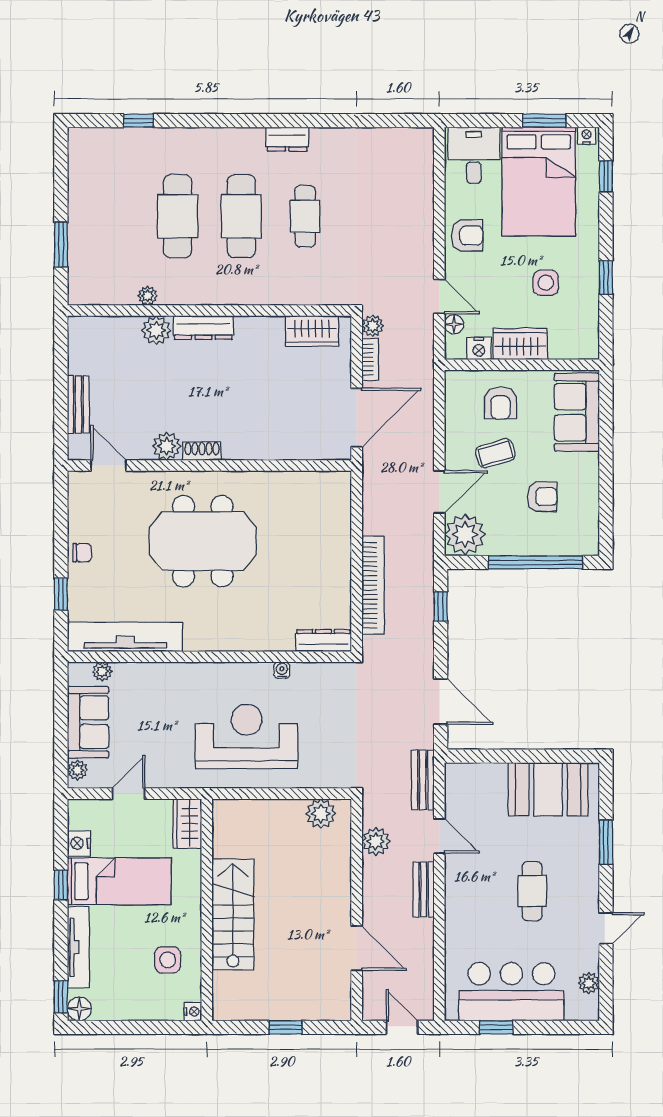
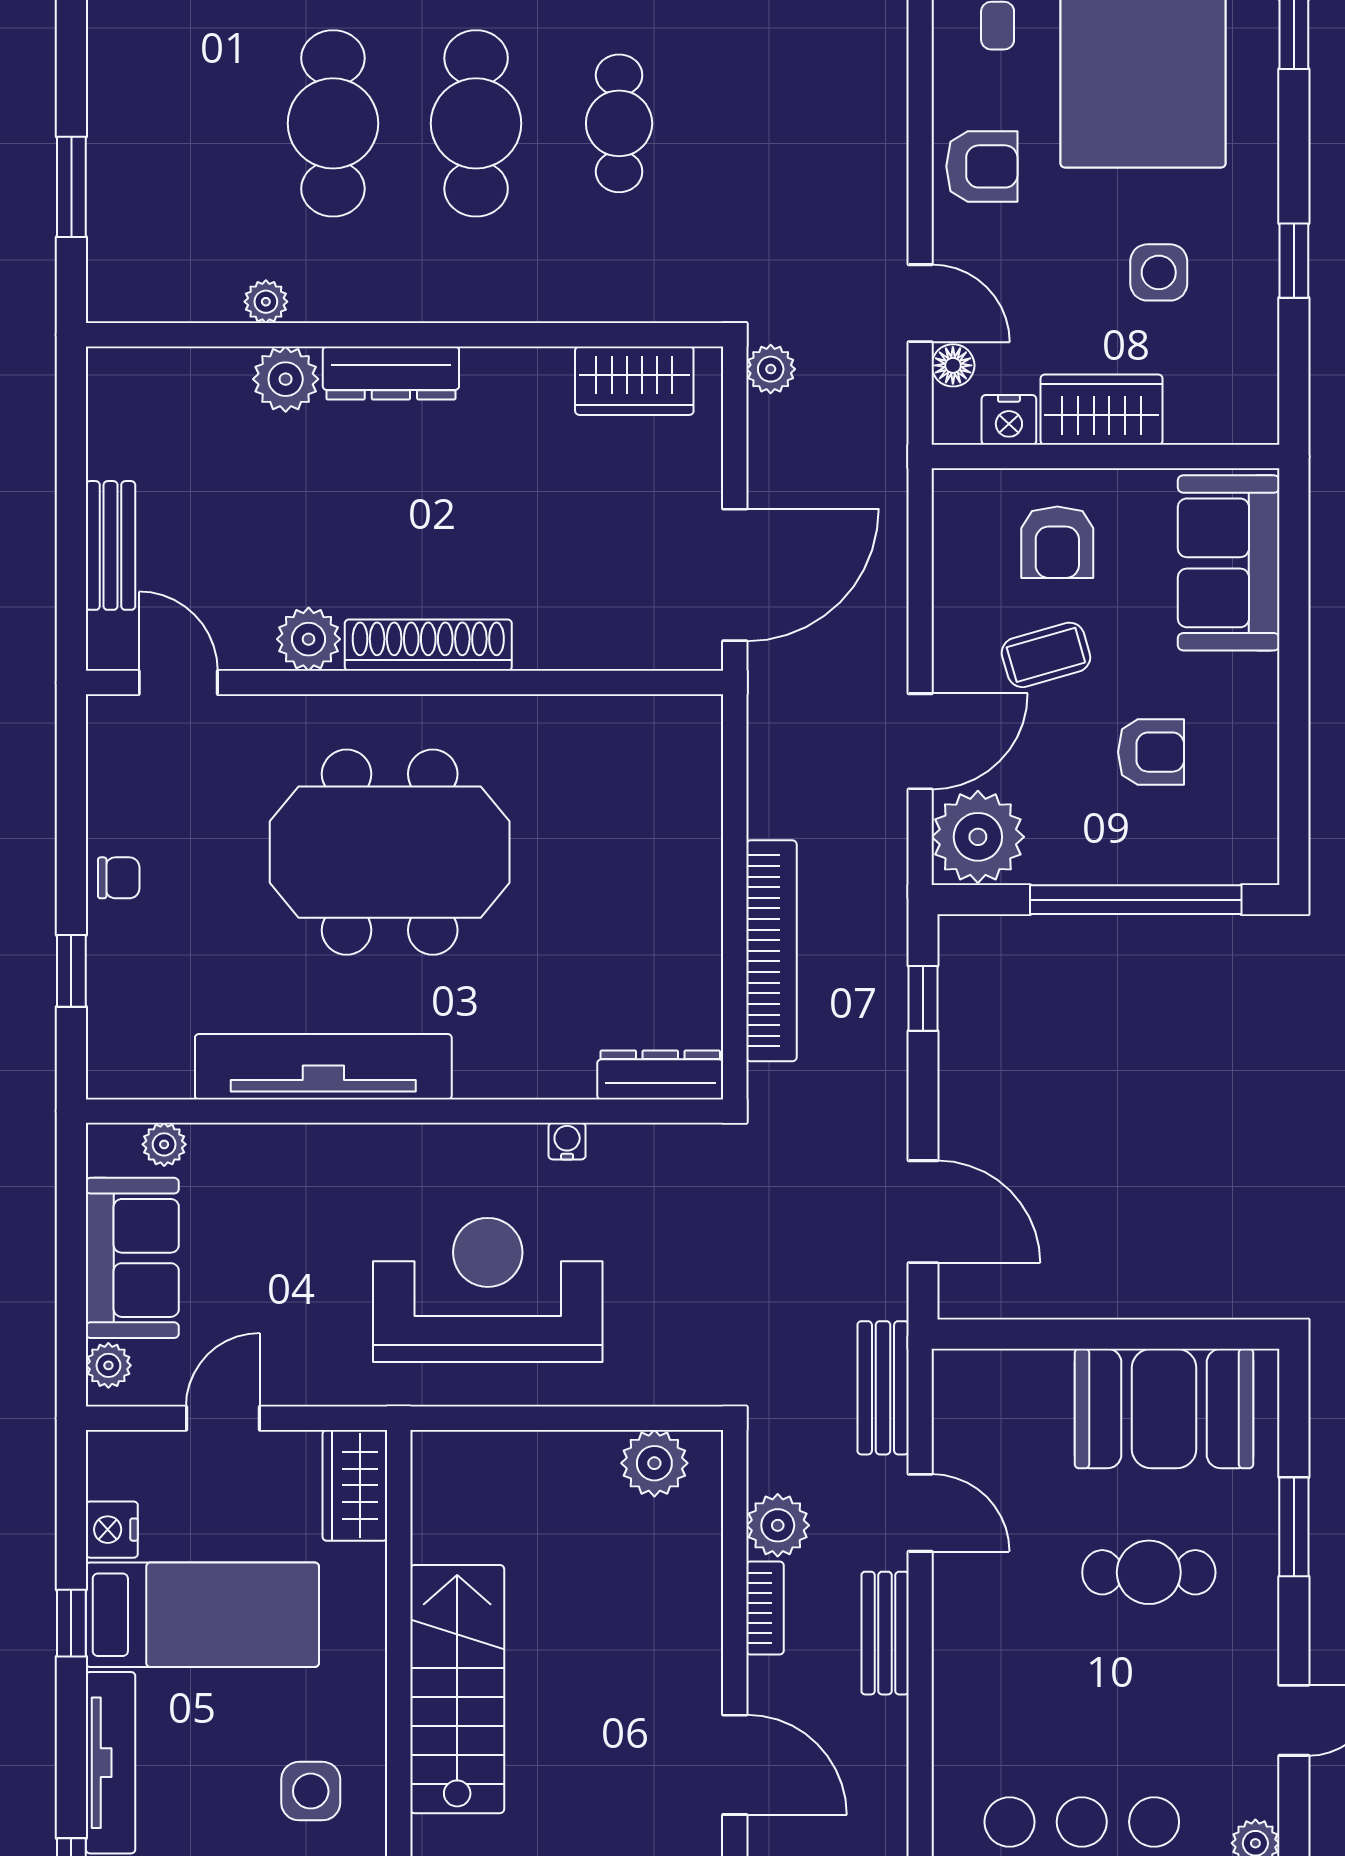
bookcase: (370, 360) -> (765, 1608), moved
shoe rack: (202, 451) -> (428, 645), width x1.94, depth x1.24
tv unit: (125, 637) -> (323, 1067), moved
cafe table: (532, 891) -> (1149, 1572), moved, turned 90

